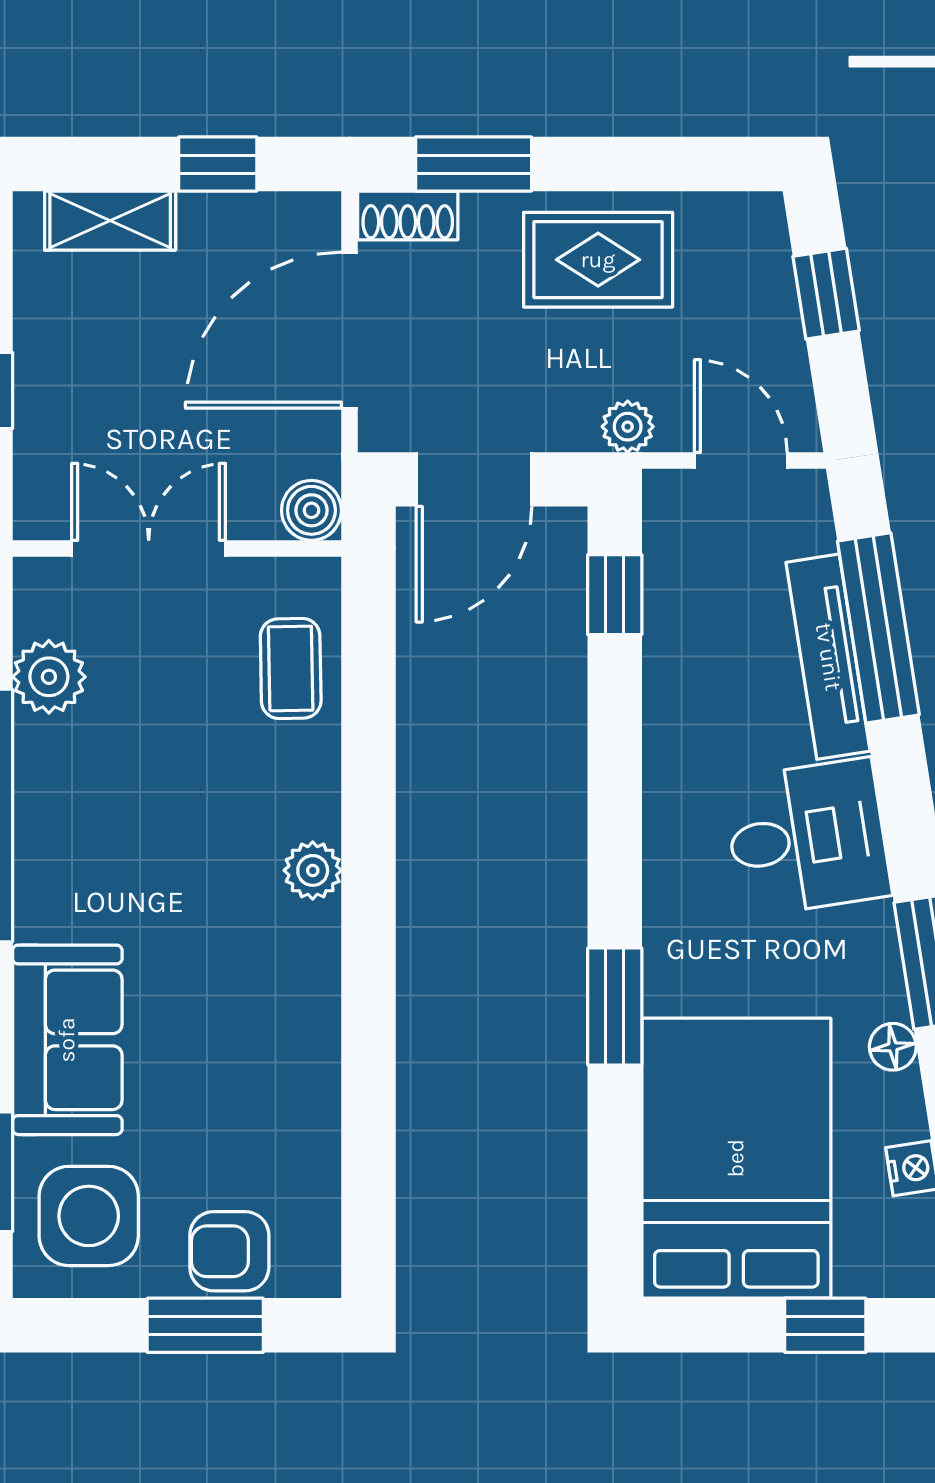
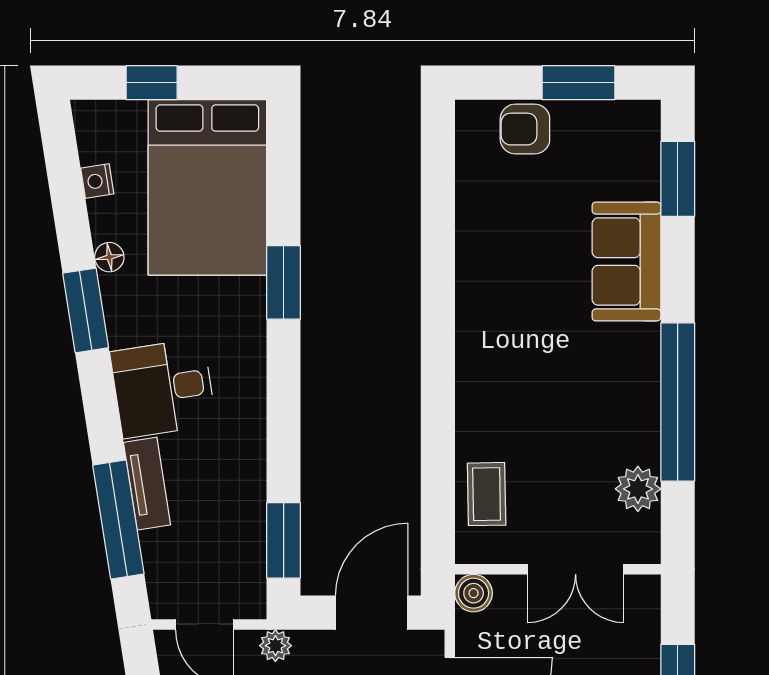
window: (615, 595) -> (284, 540), width x1.50
tv unit: (828, 657) -> (147, 484), width x0.71
plant: (313, 870) -> (473, 368), removed
side table: (89, 1216) -> (613, 151), removed
armchair: (229, 1251) -> (525, 129), turned 180
window: (205, 1325) -> (578, 83), moved

